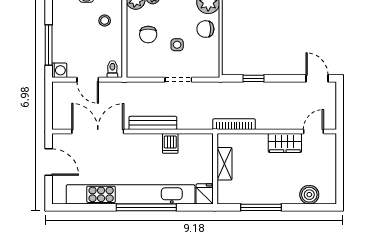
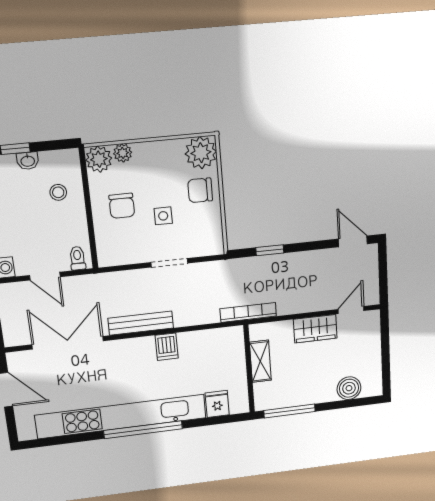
shelving: (224, 164) -> (260, 361), moved
wall: (215, 169) -> (249, 369), moved

